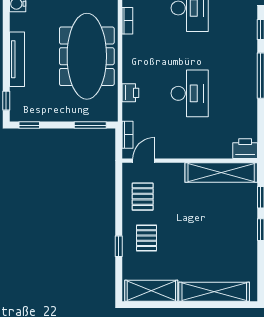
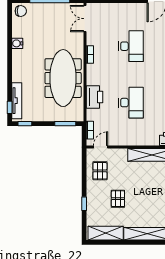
tv unit: (17, 59) -> (17, 101), moved
printer: (130, 93) -> (94, 97), width x1.87, depth x1.48
pallet: (147, 238) -> (118, 199), moved

